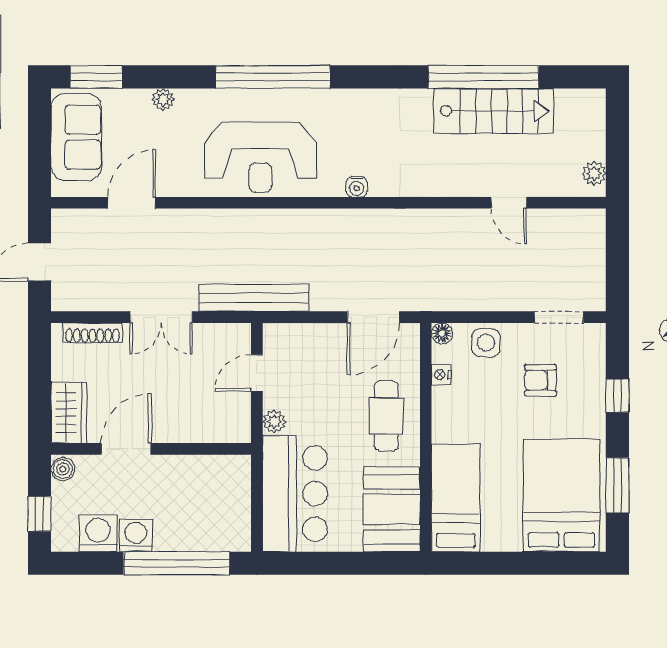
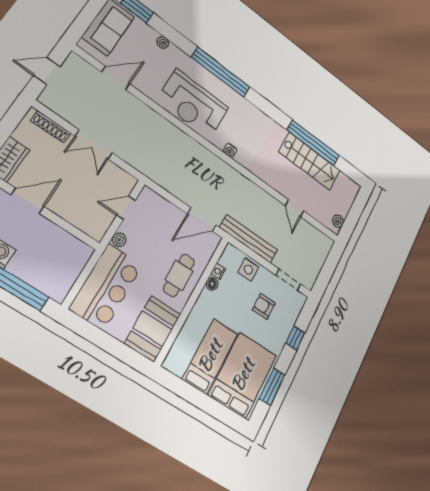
bench: (254, 298) -> (249, 239), moved
floor lamp: (442, 333) -> (212, 284), moved
bed: (456, 498) -> (210, 356), moved

